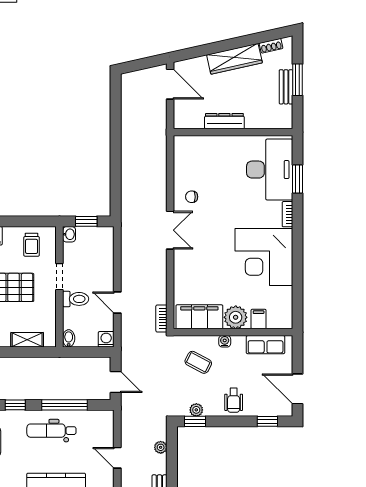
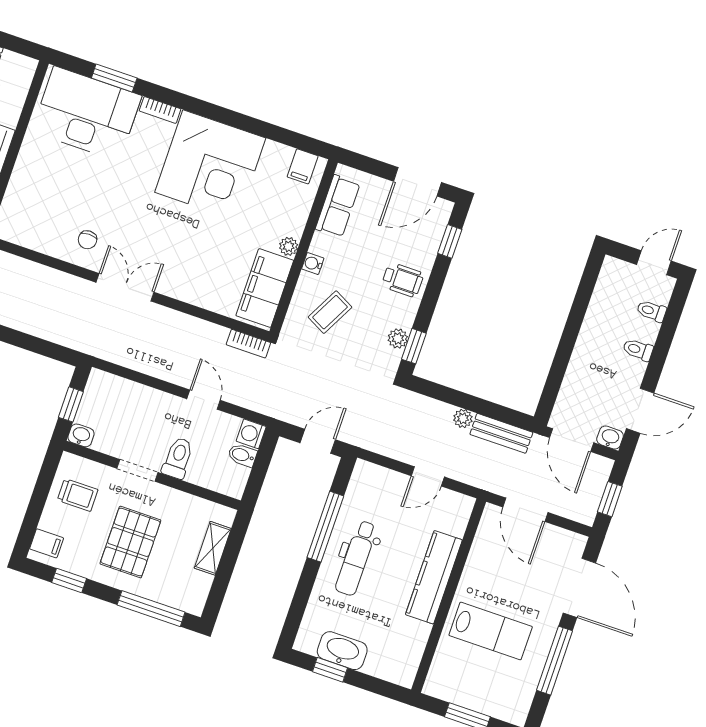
door: (117, 302) -> (203, 400), swing flipped
plant: (236, 317) -> (289, 246), width x0.53, depth x0.53
filing cabinet: (259, 319) -> (303, 166), moved, turned -90
bidet: (69, 338) -> (242, 455), moved
window: (15, 405) -> (301, 598), removed
plant: (161, 447) -> (463, 418), moved

